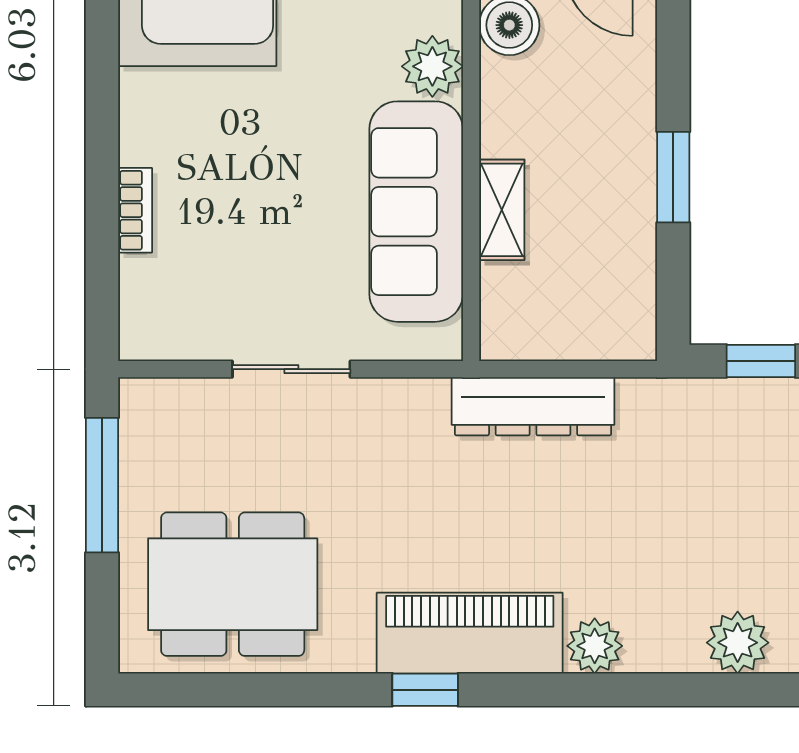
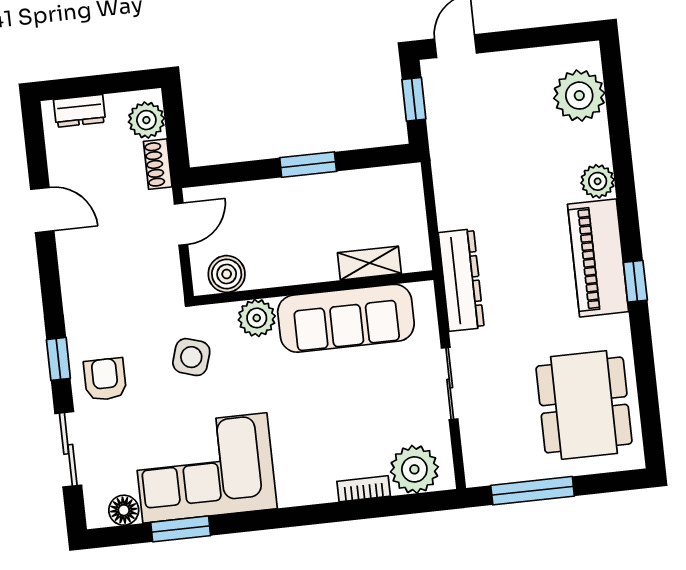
shelving: (502, 210) -> (369, 263), moved
plant: (158, 296) -> (414, 469), added
dresser: (533, 406) -> (461, 280), moved
plant: (738, 643) -> (579, 96), width x1.36, depth x1.36

